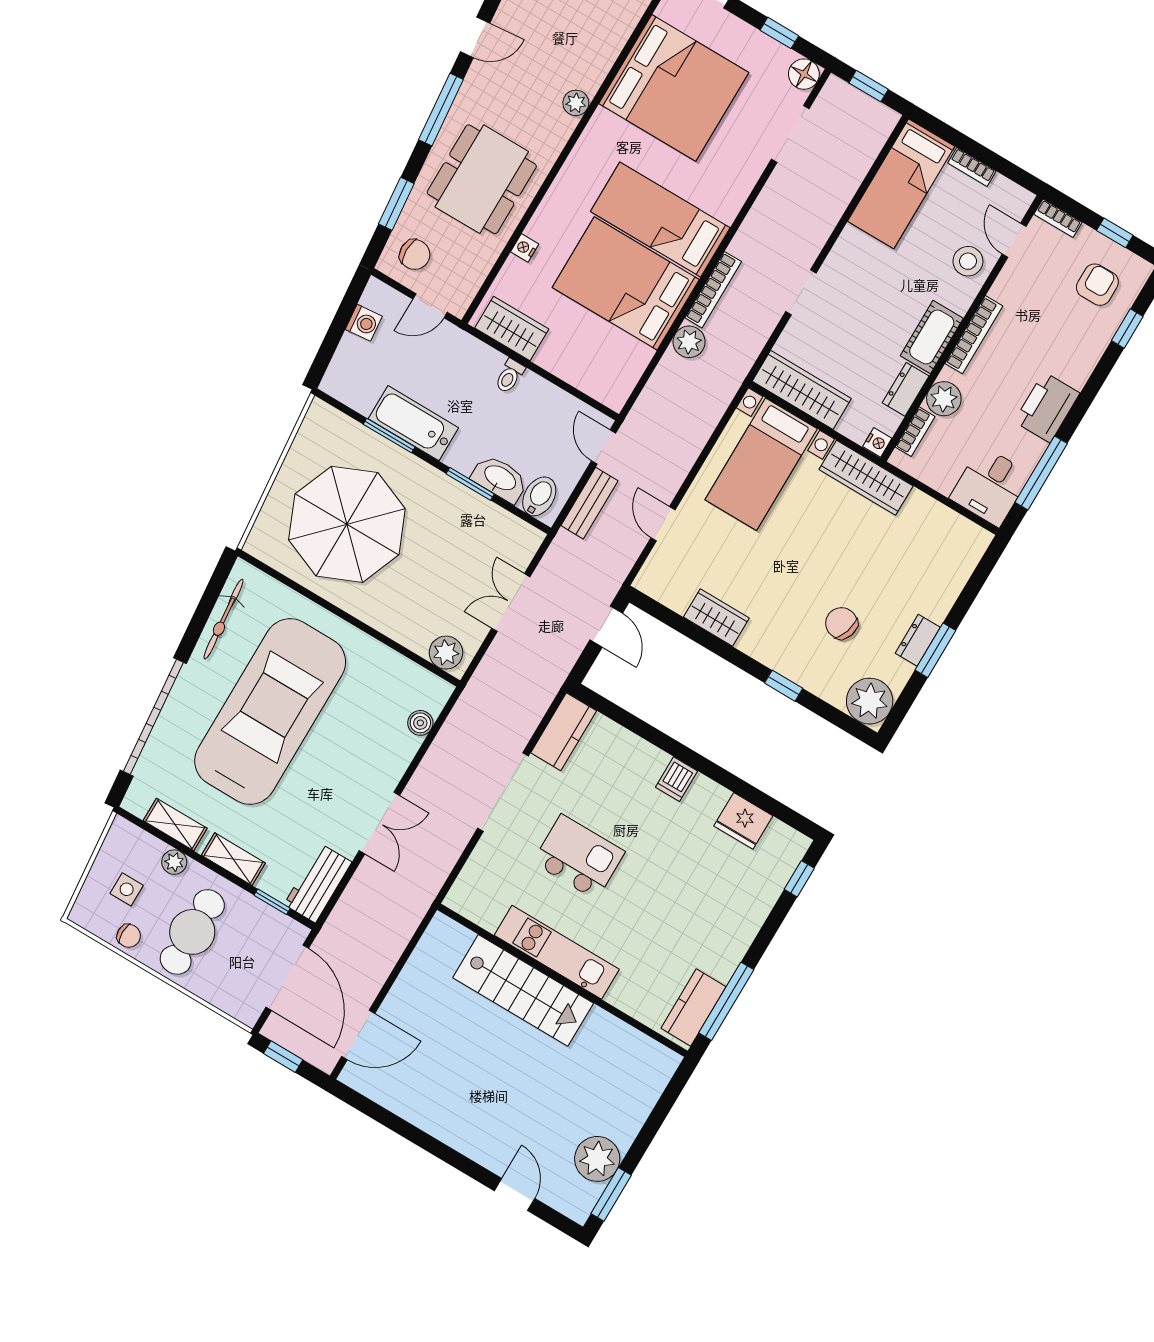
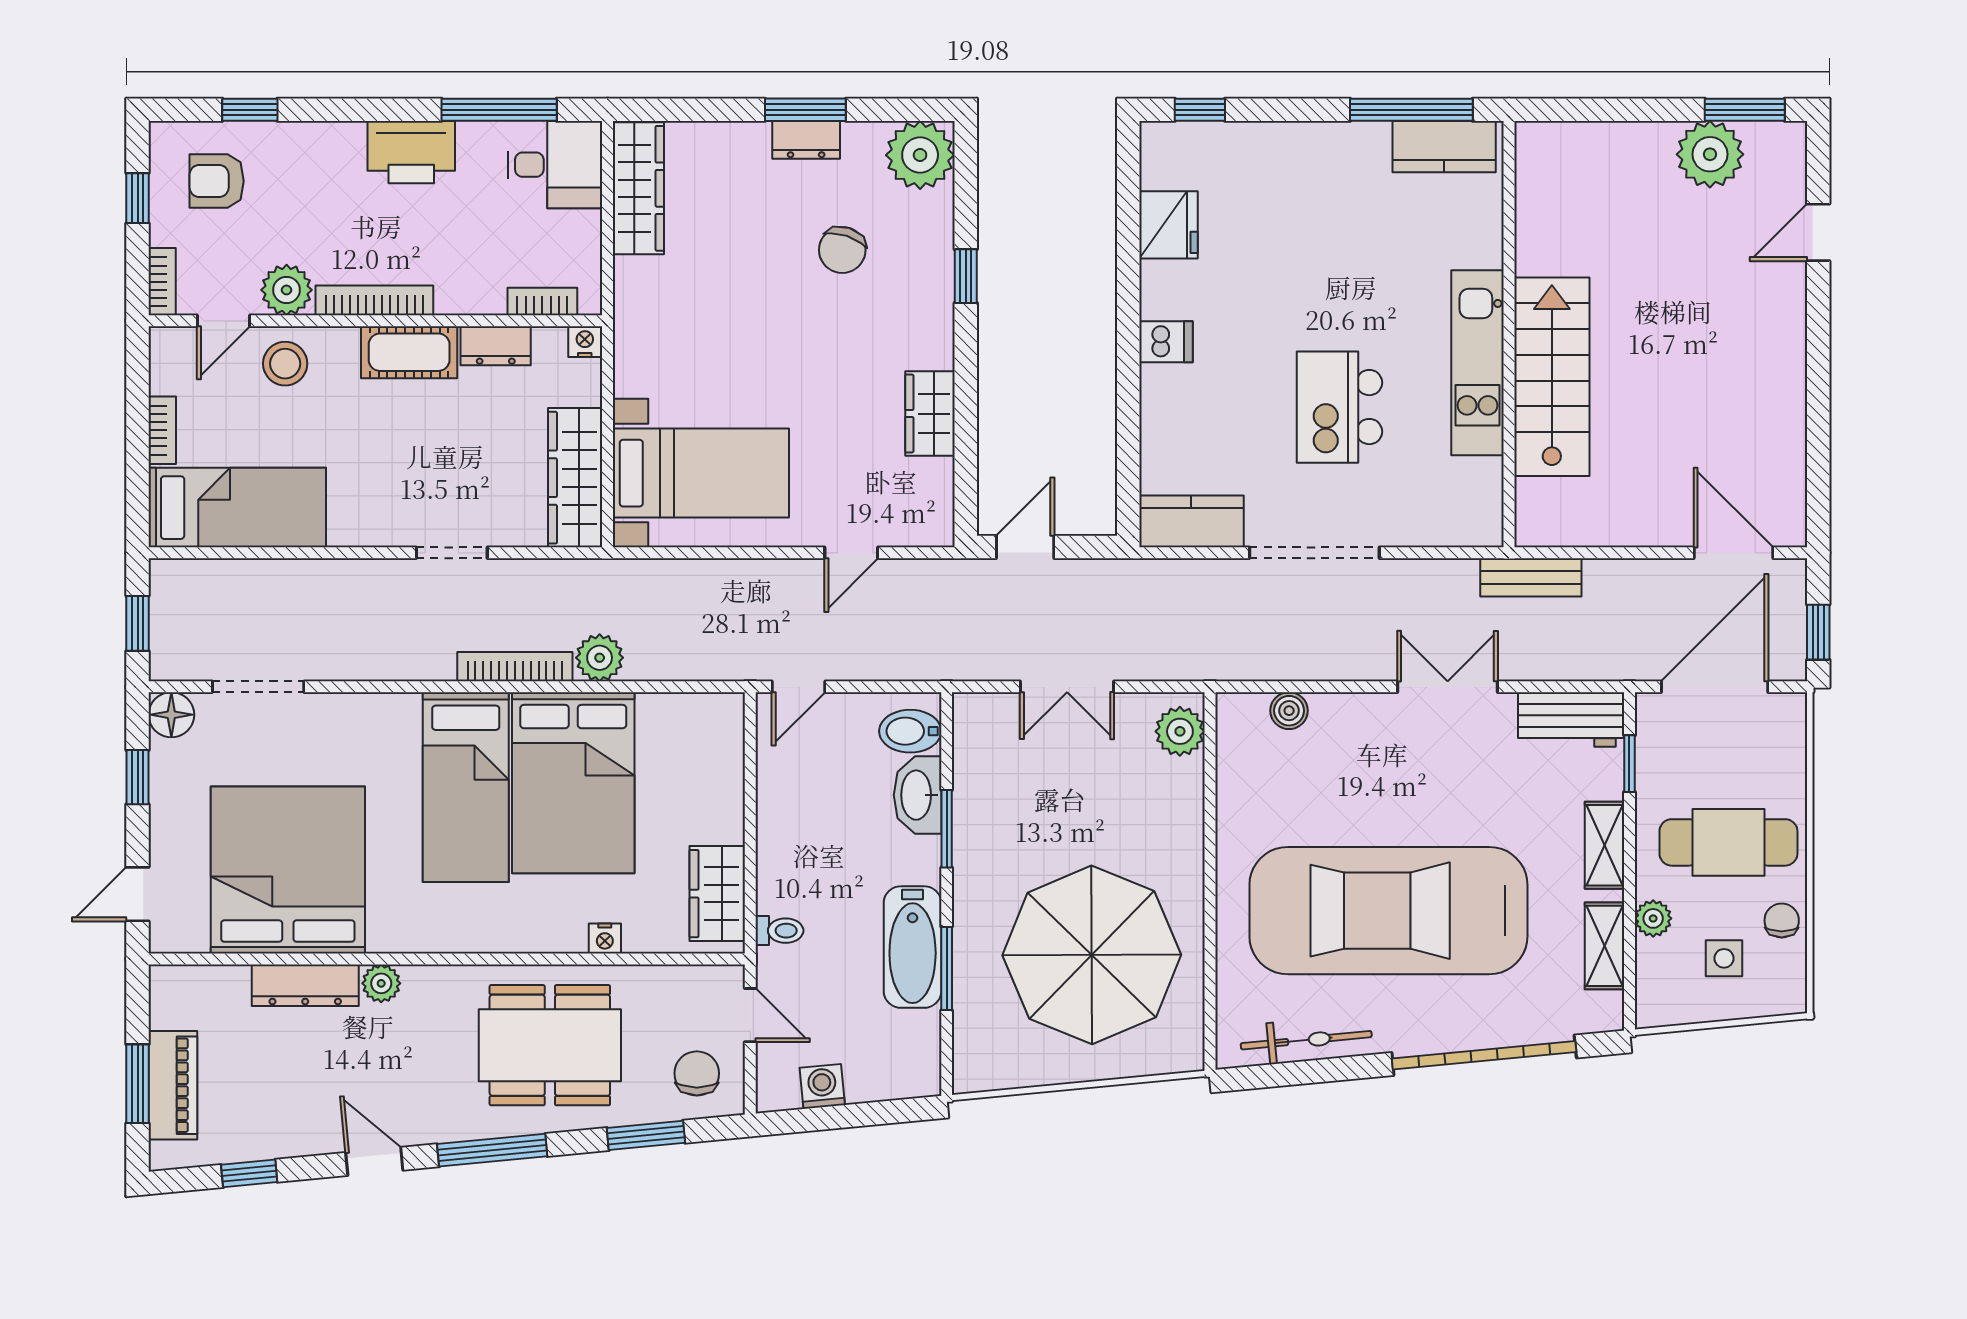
dresser: (601, 58) -> (305, 985), added
toilet: (510, 376) -> (779, 931), moved
plant: (944, 399) -> (287, 290), moved
wardrobe: (866, 478) -> (638, 188), moved
bench: (589, 503) -> (1531, 577), moved

